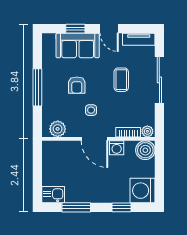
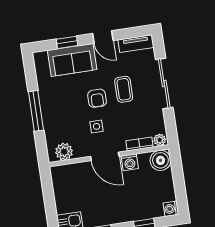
armchair: (77, 85) -> (97, 98), moved
washing machine: (143, 191) -> (171, 209), width x0.53, depth x0.53

